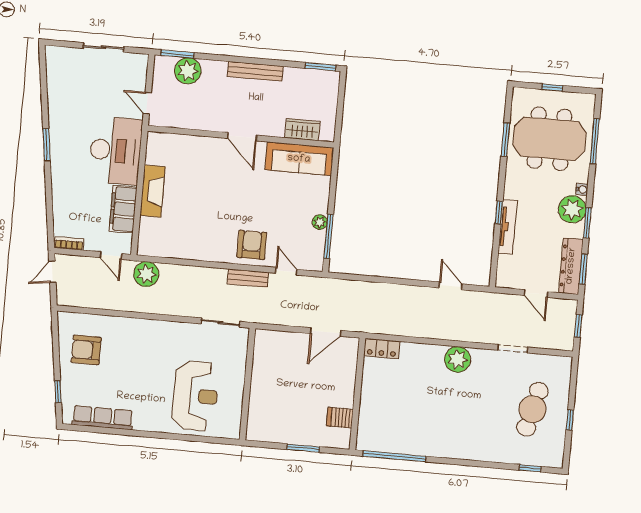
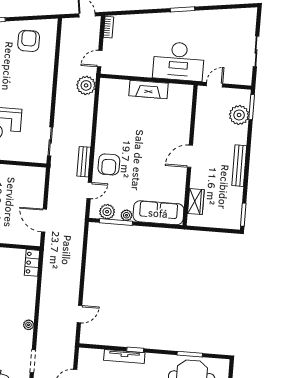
sofa: (299, 159) -> (158, 213), moved, turned 90
filing cabinet: (123, 209) -> (135, 67), removed
armchair: (252, 245) -> (109, 164), turned 90
plant: (315, 248) -> (107, 212), added
plant: (458, 359) -> (29, 325), width x0.53, depth x0.53

